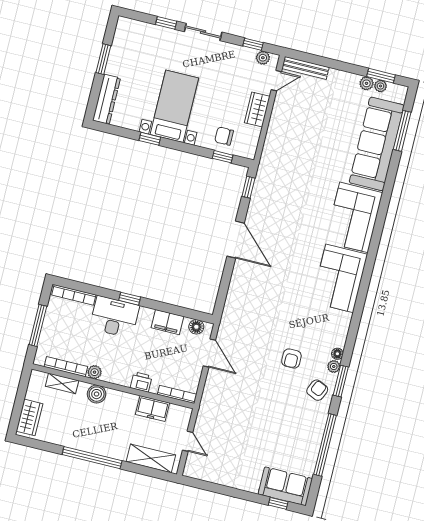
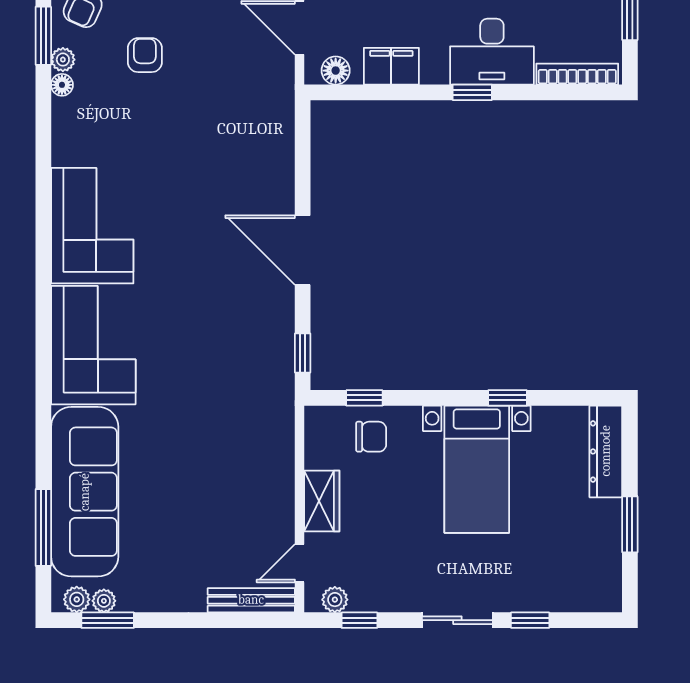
plant: (367, 83) -> (77, 599), moved

